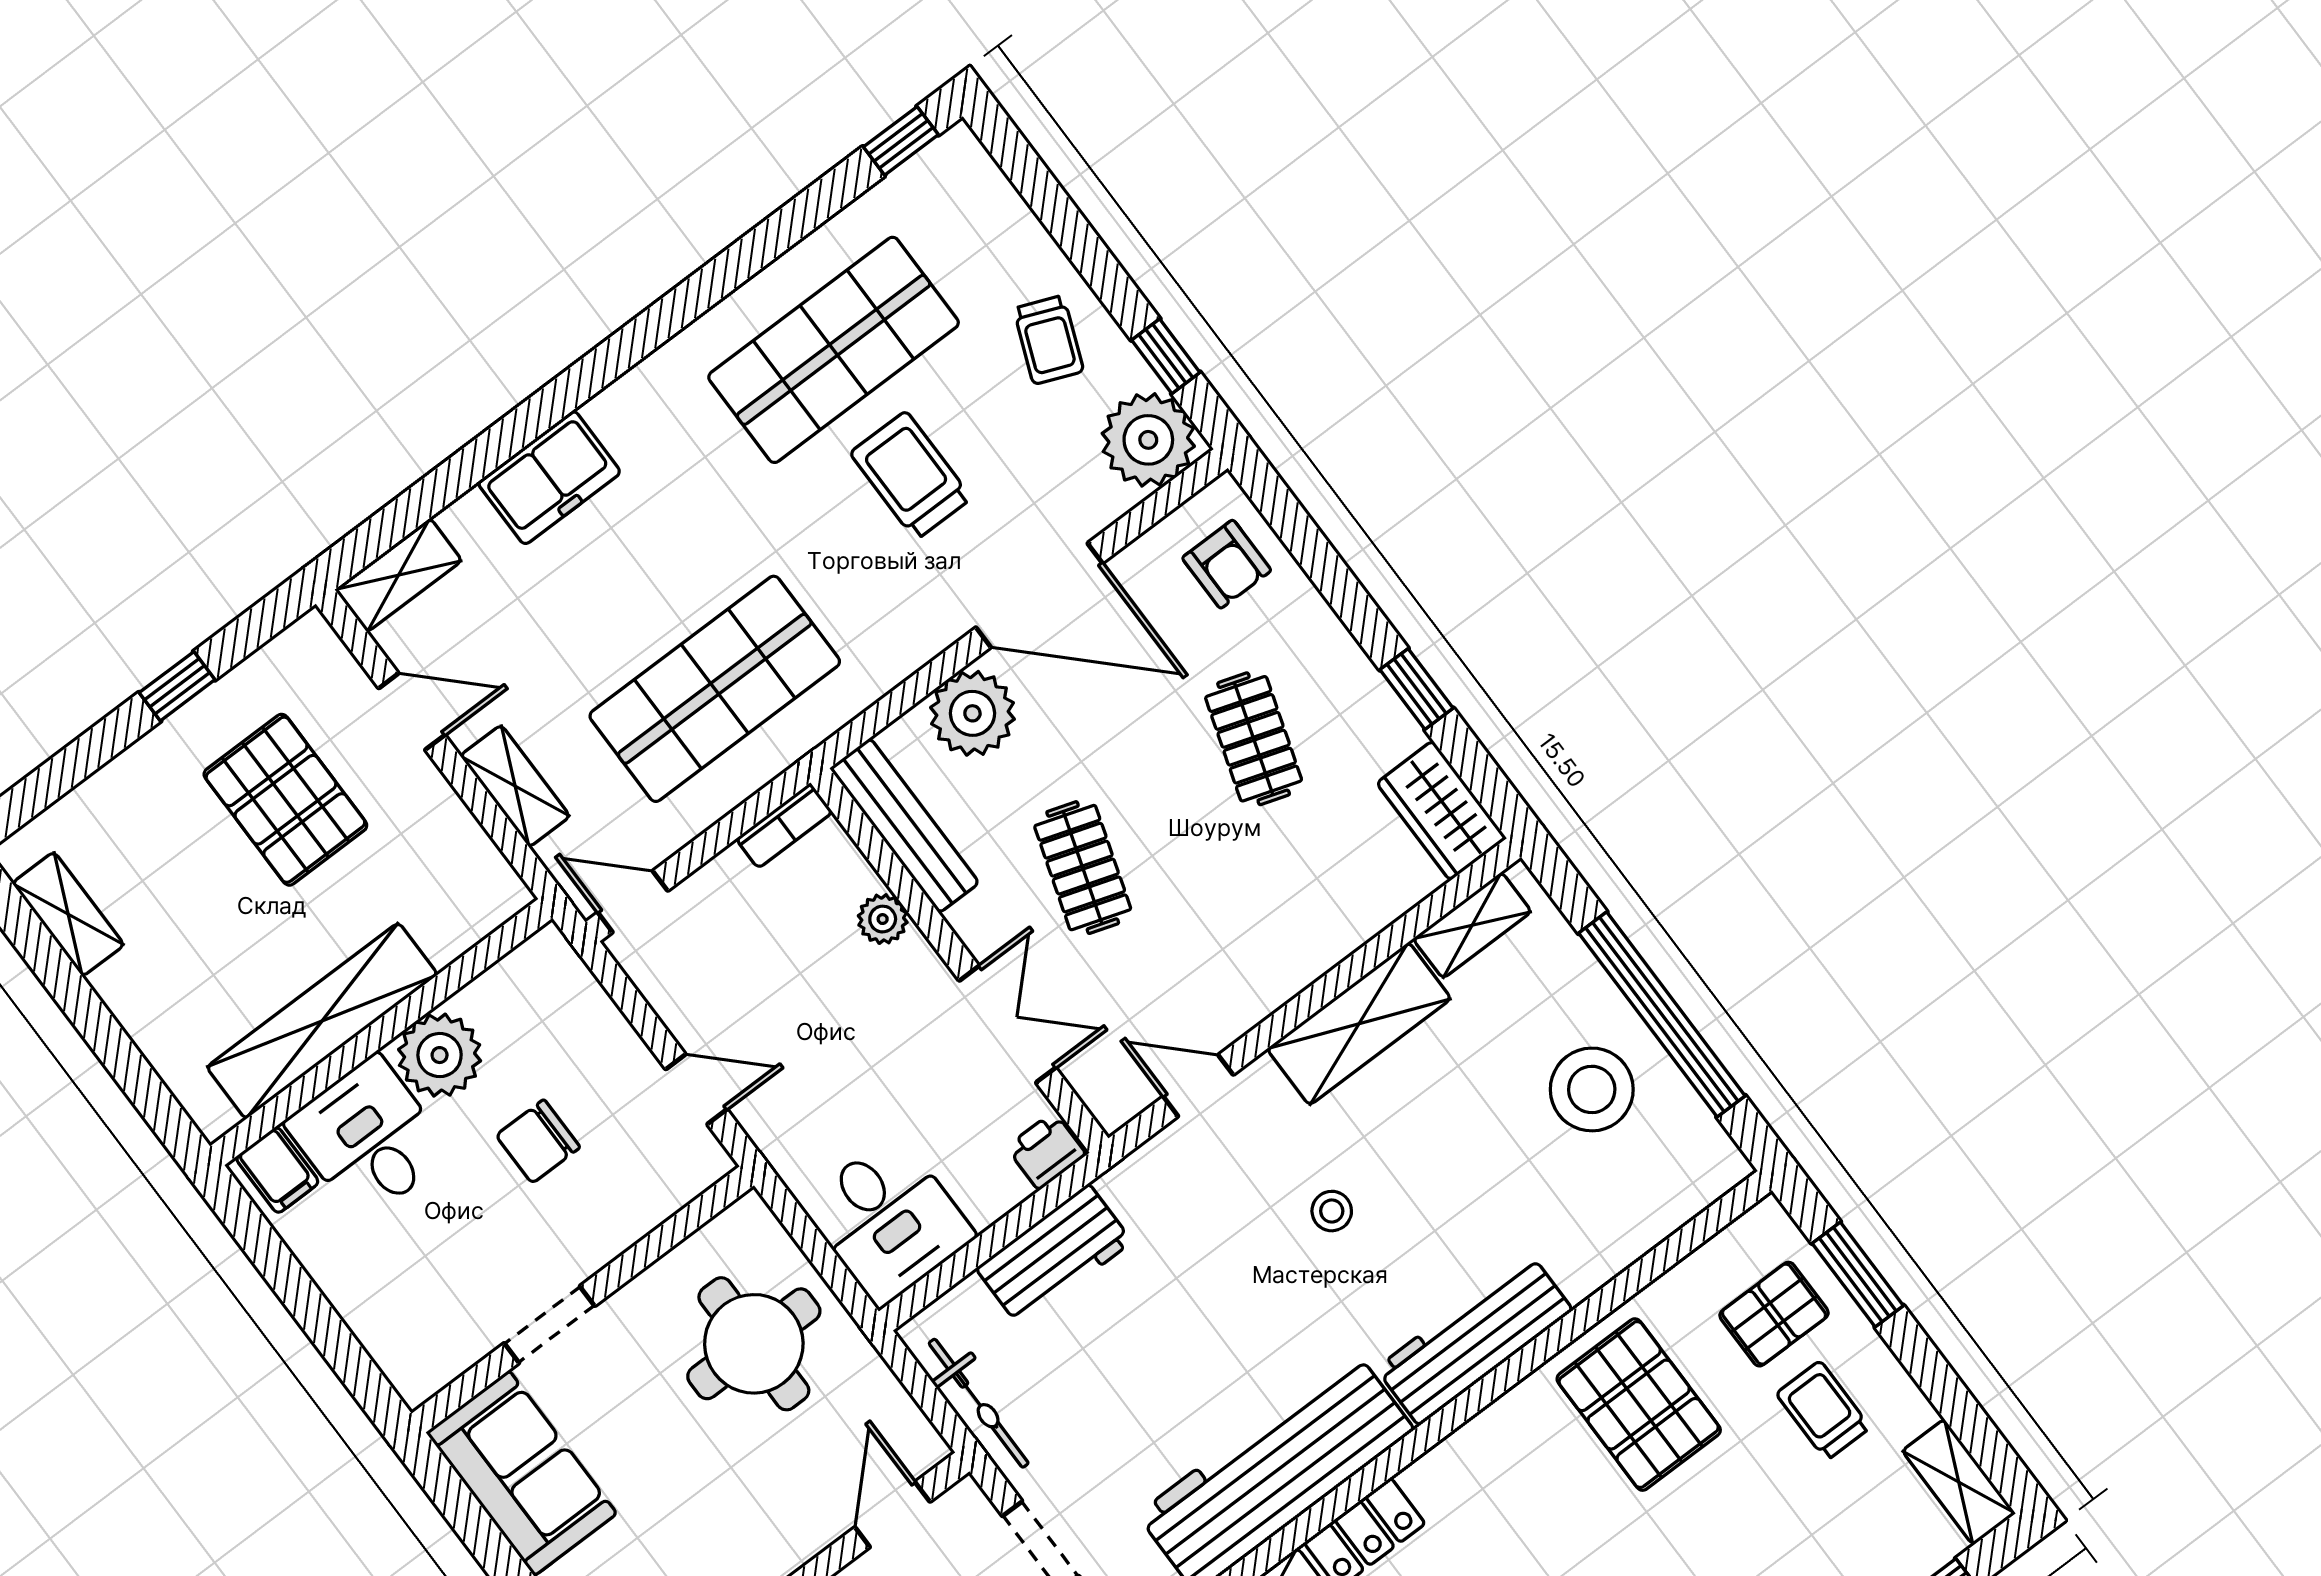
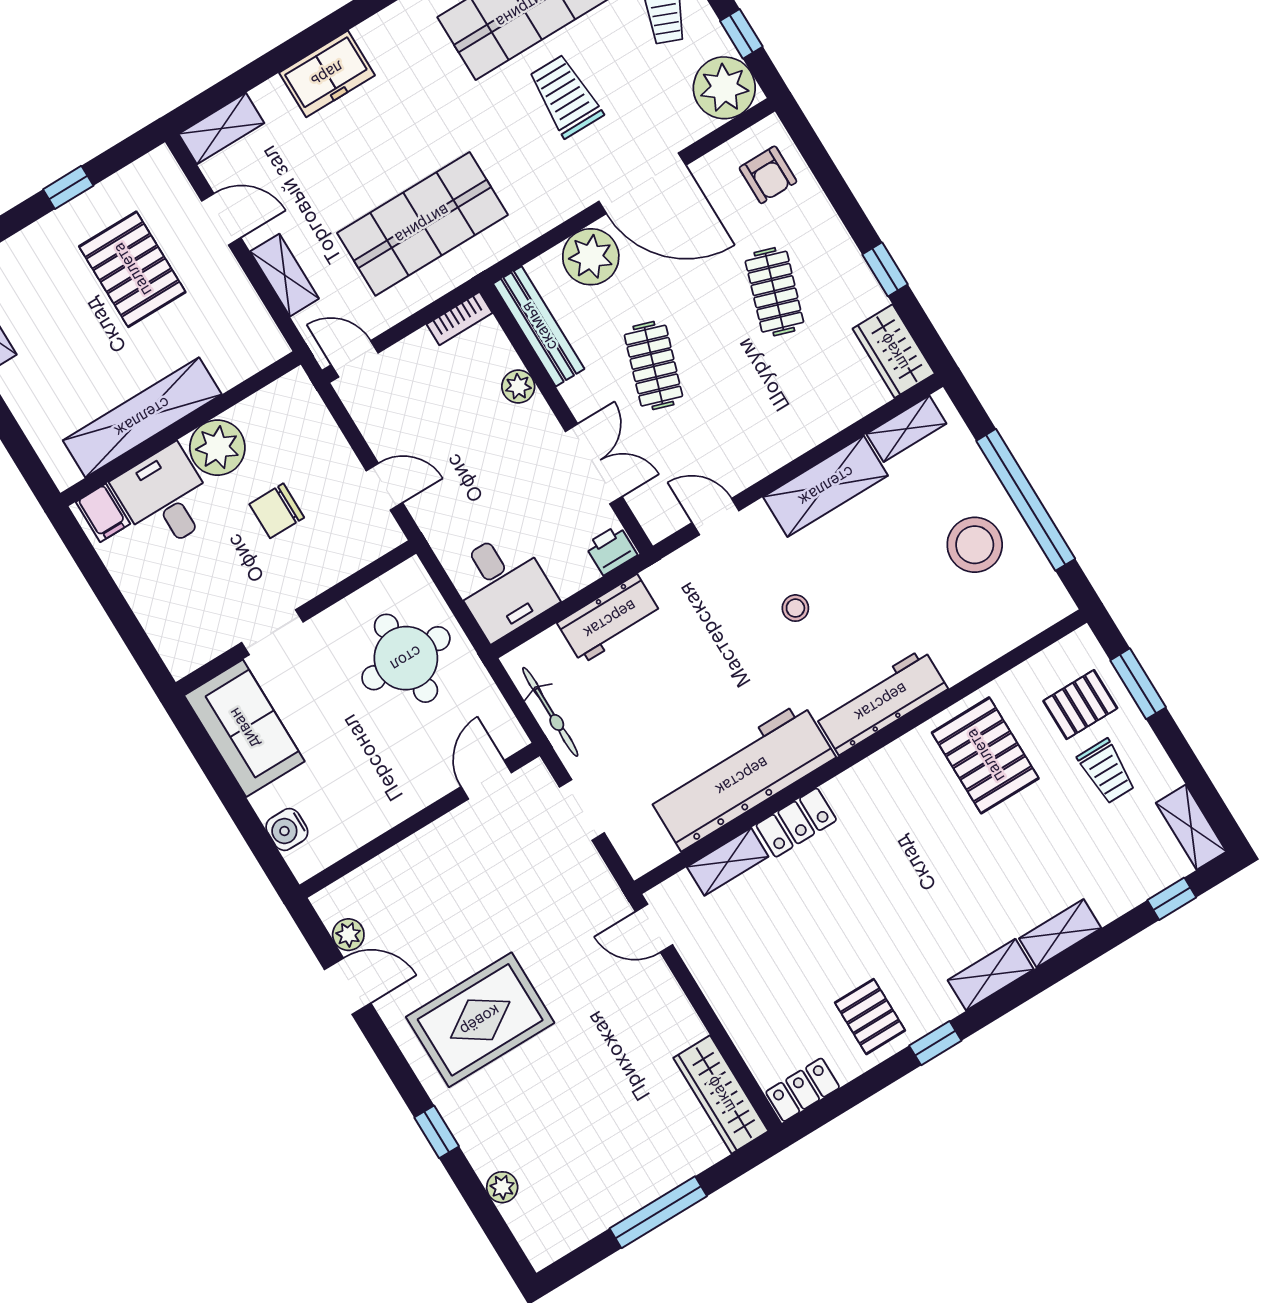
trolley: (1823, 1411) -> (1106, 771), turned 180

